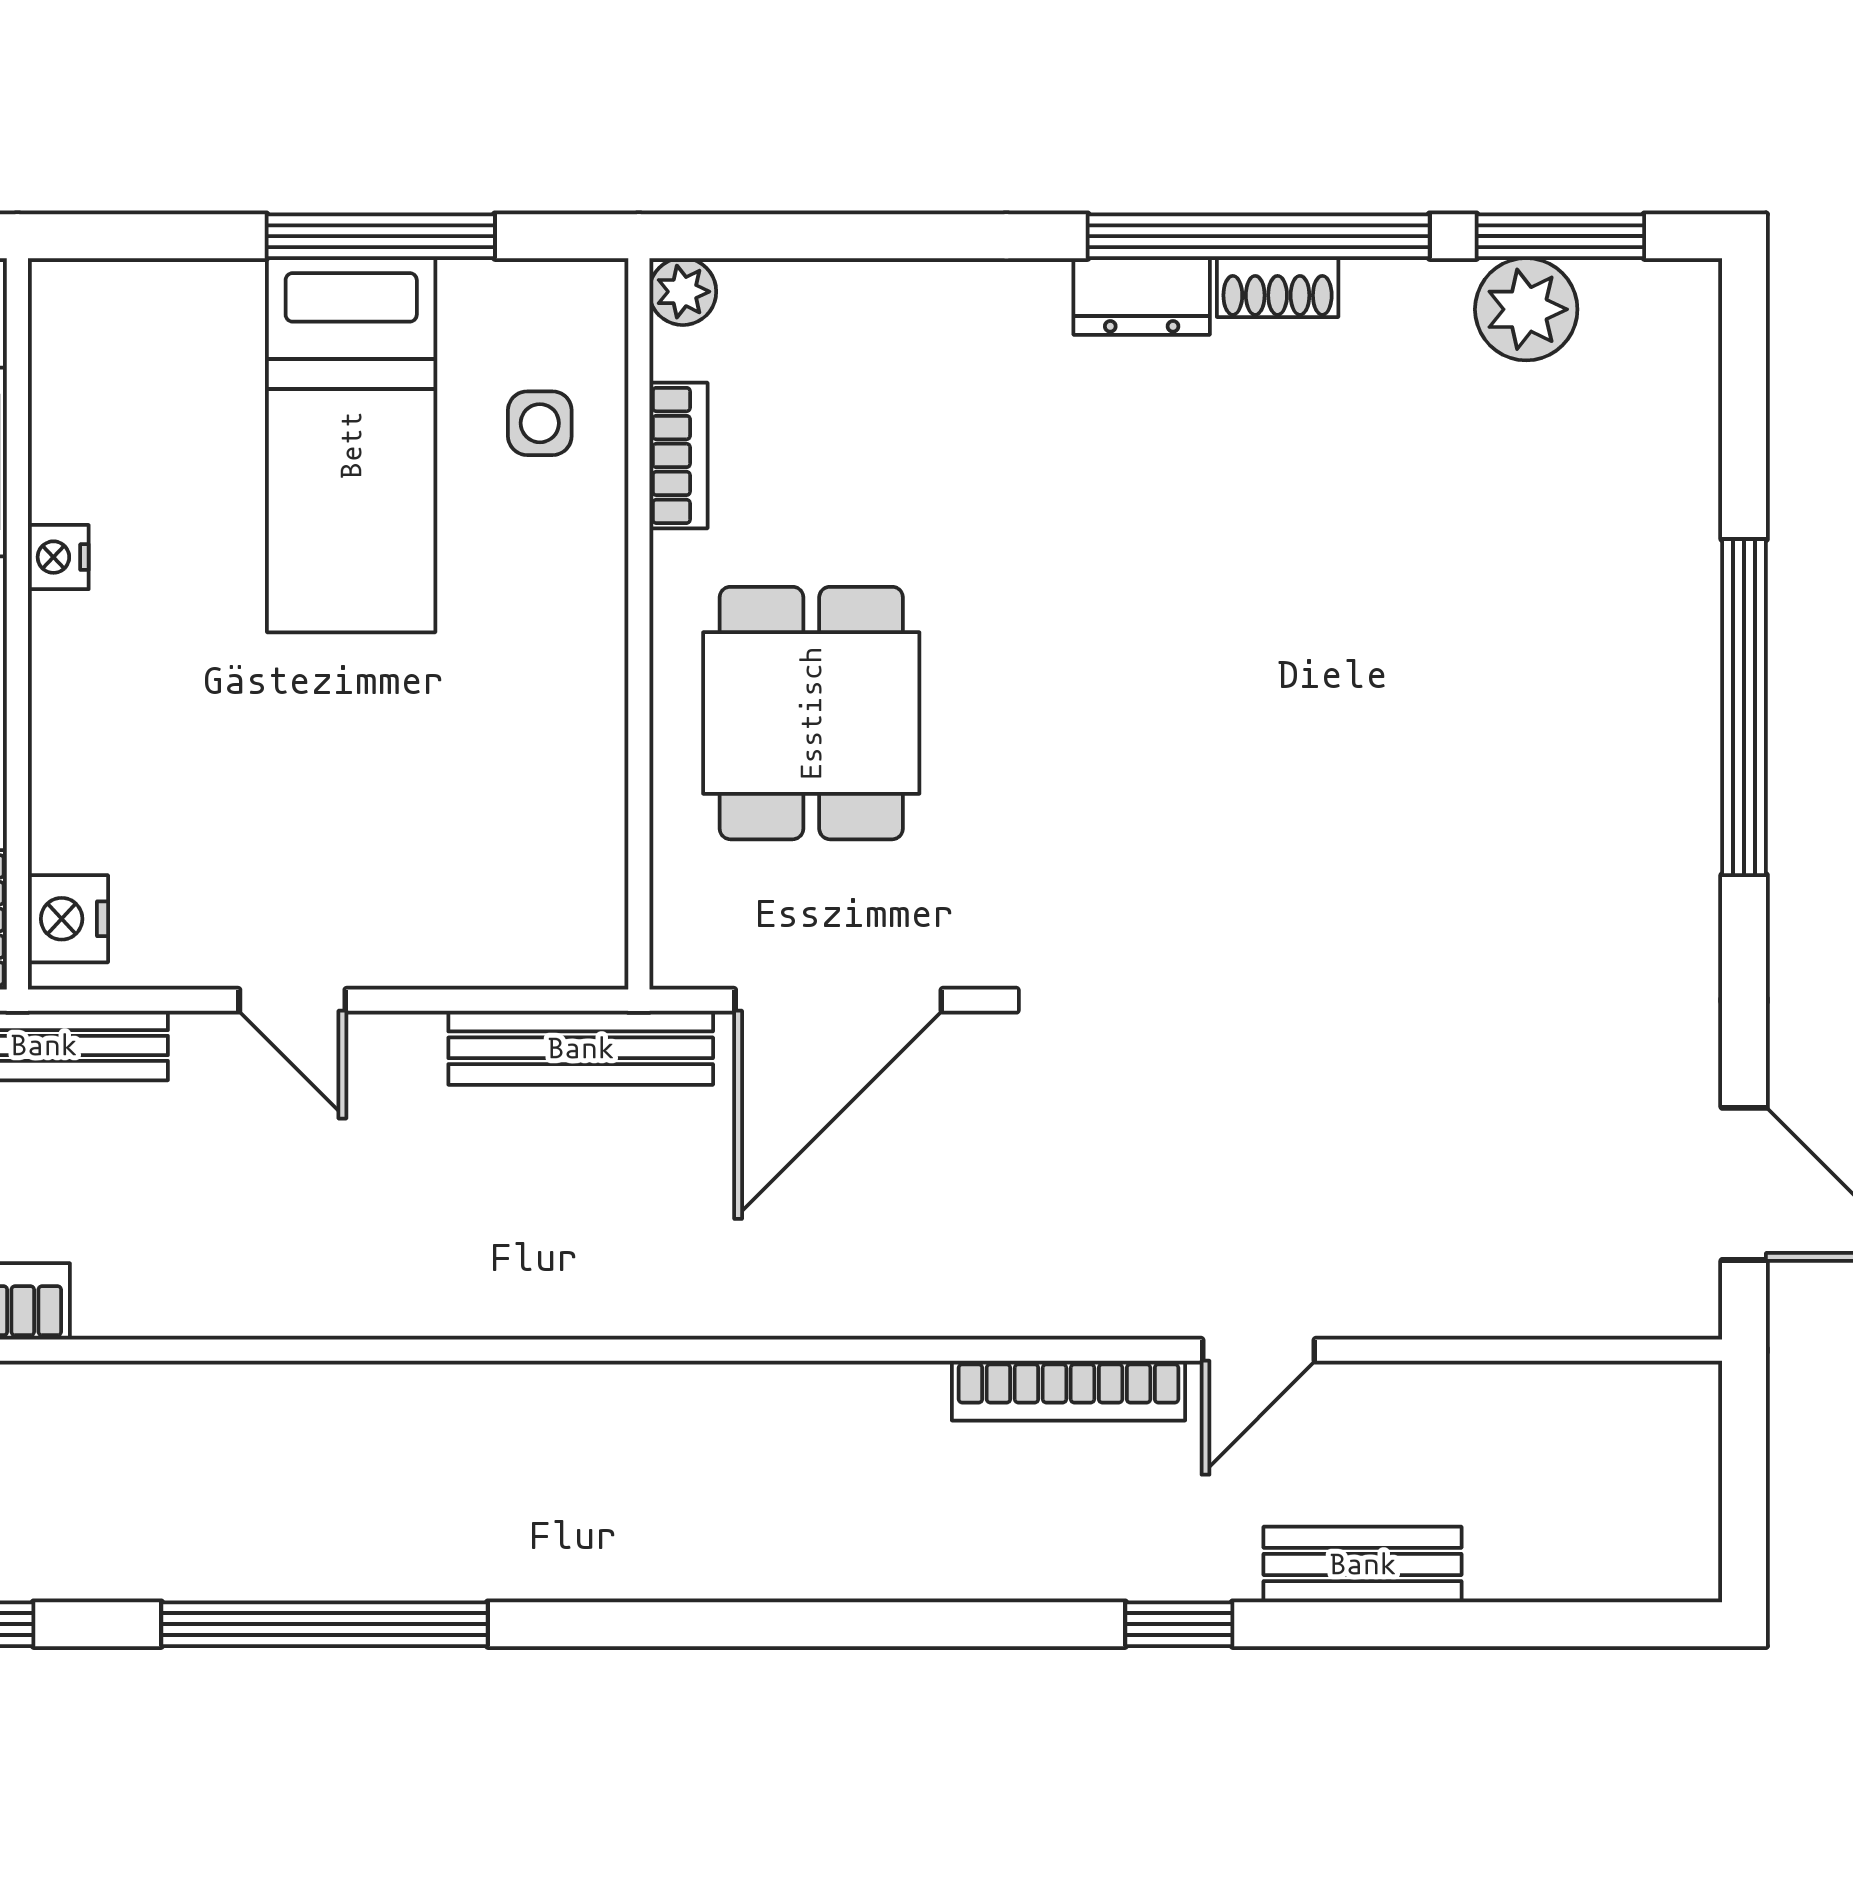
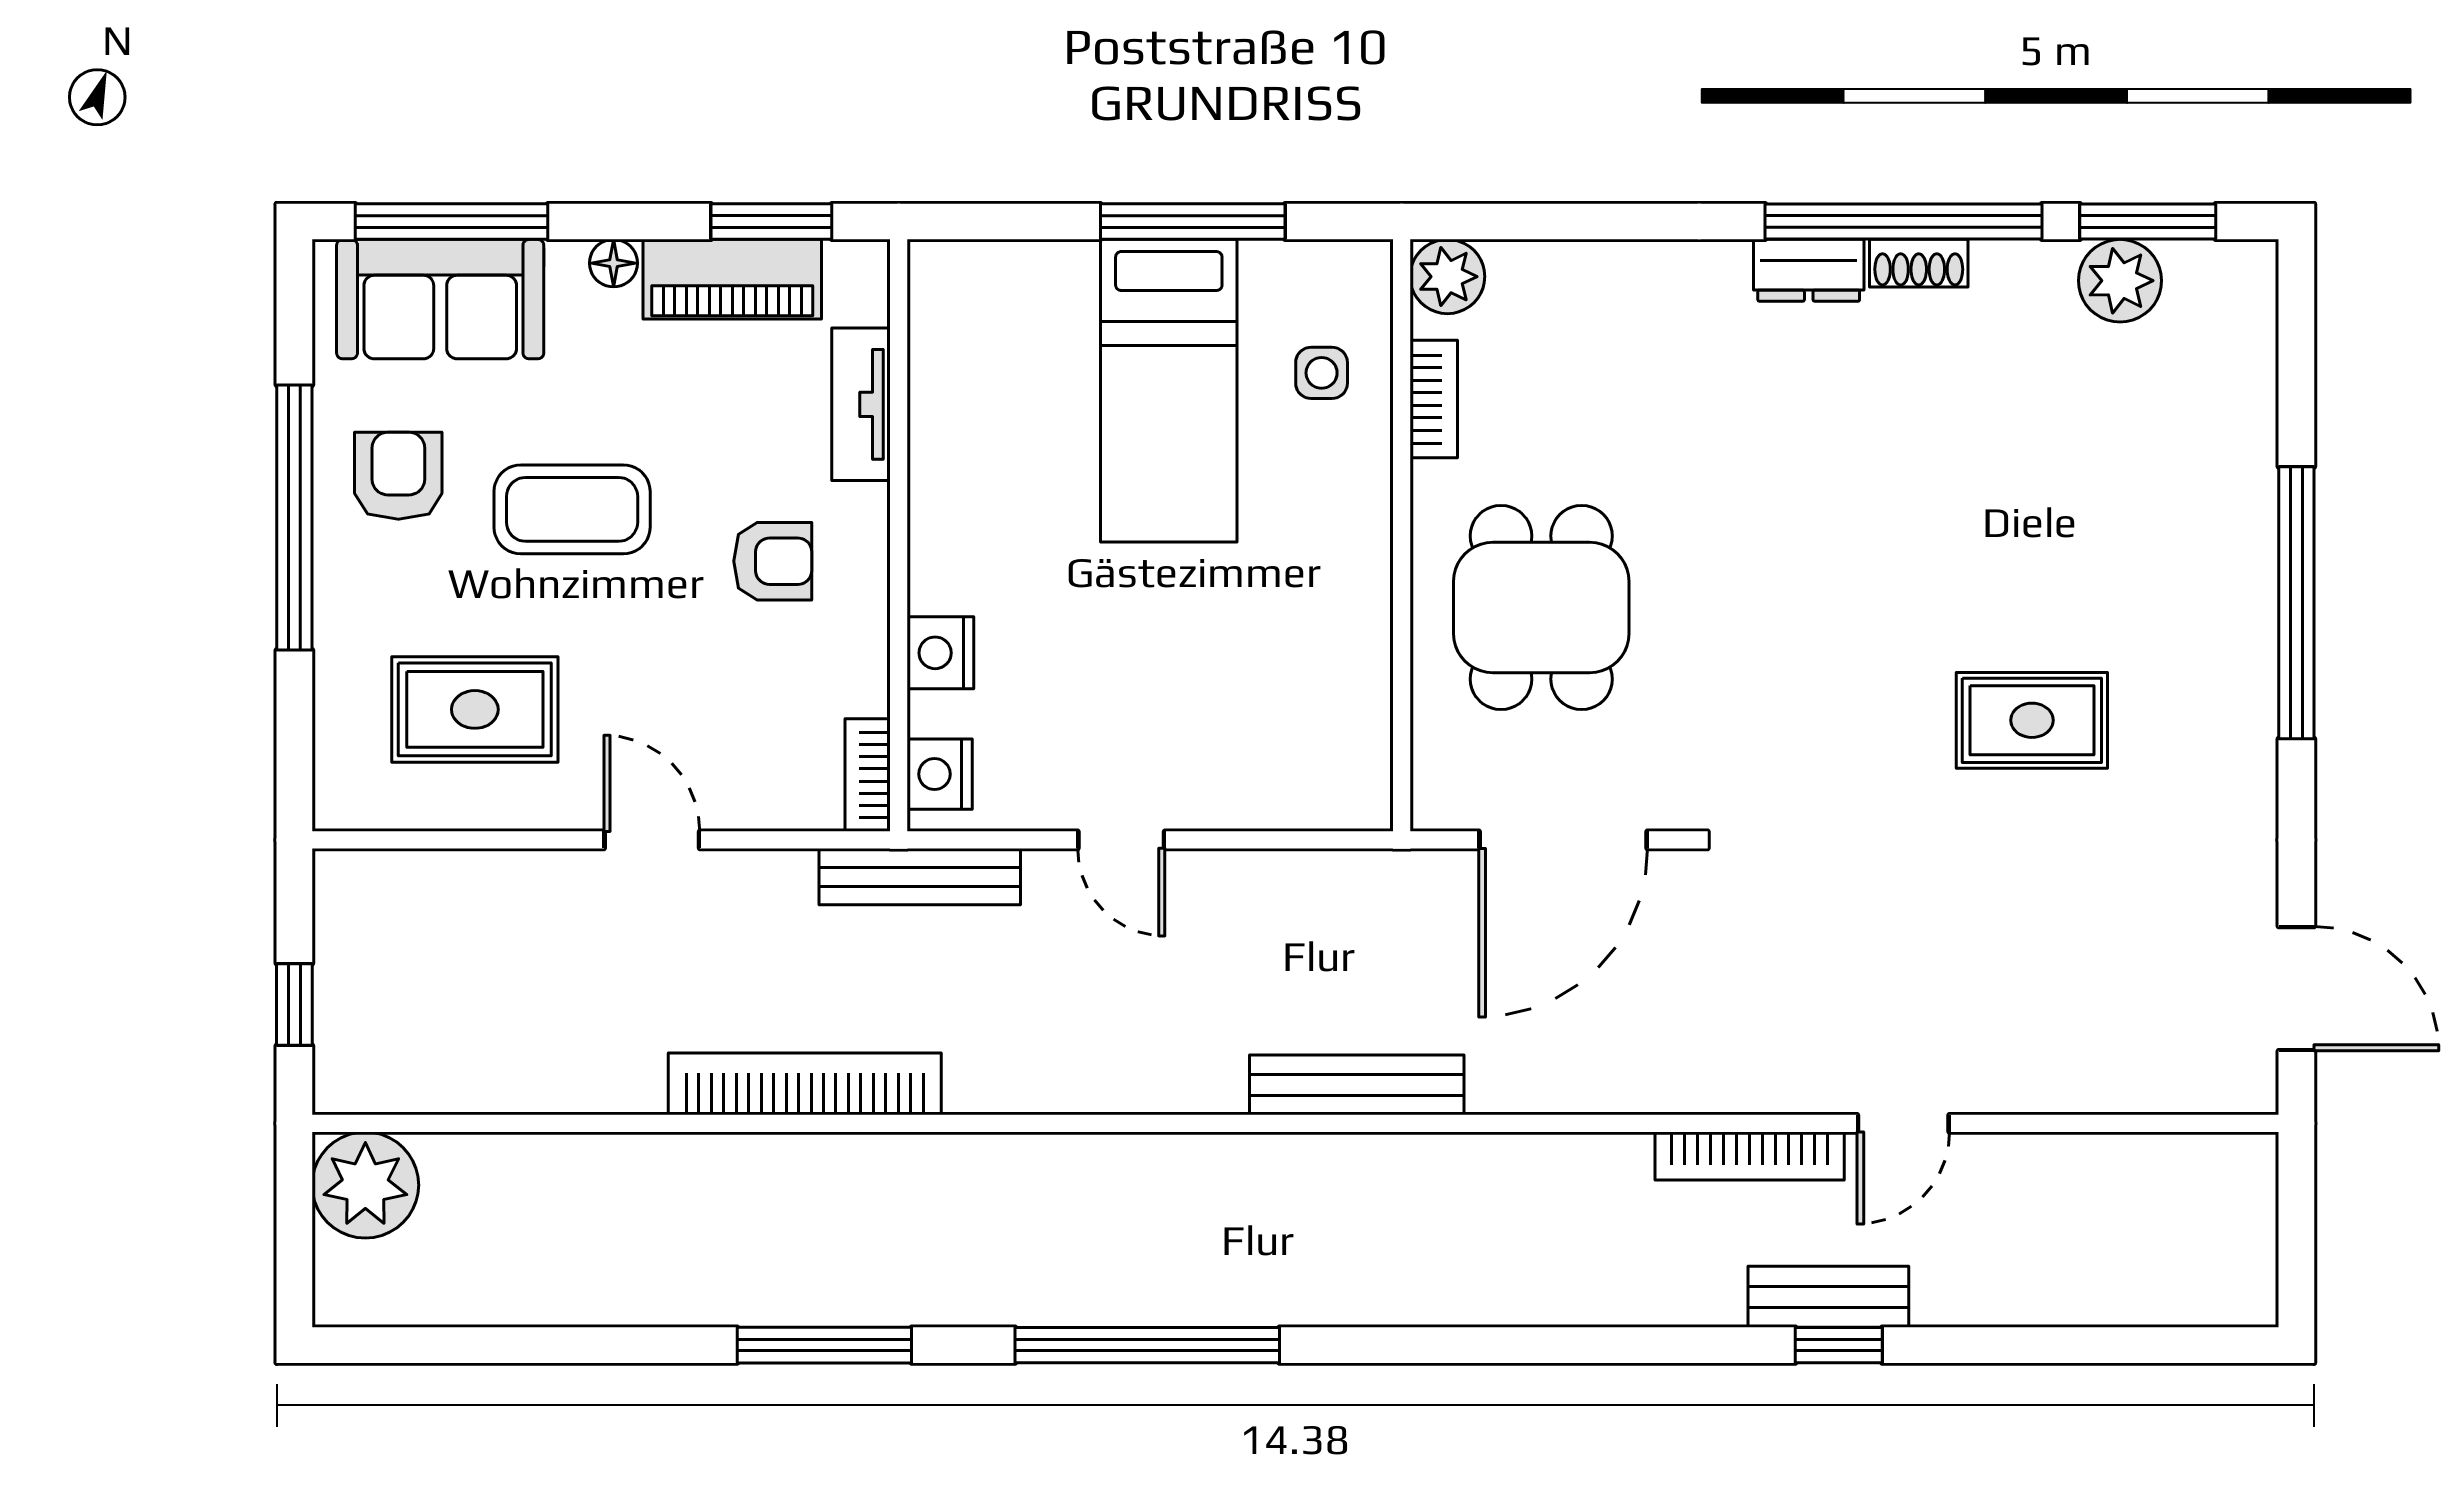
plant: (683, 292) -> (1447, 277), width x1.38, depth x1.38
nightstand: (58, 557) -> (940, 653), moved, width x1.39, depth x1.35
rug: (1417, 852) -> (2032, 720), added
bench: (581, 1048) -> (1357, 1085), moved
bench: (1363, 1564) -> (1828, 1297), moved

